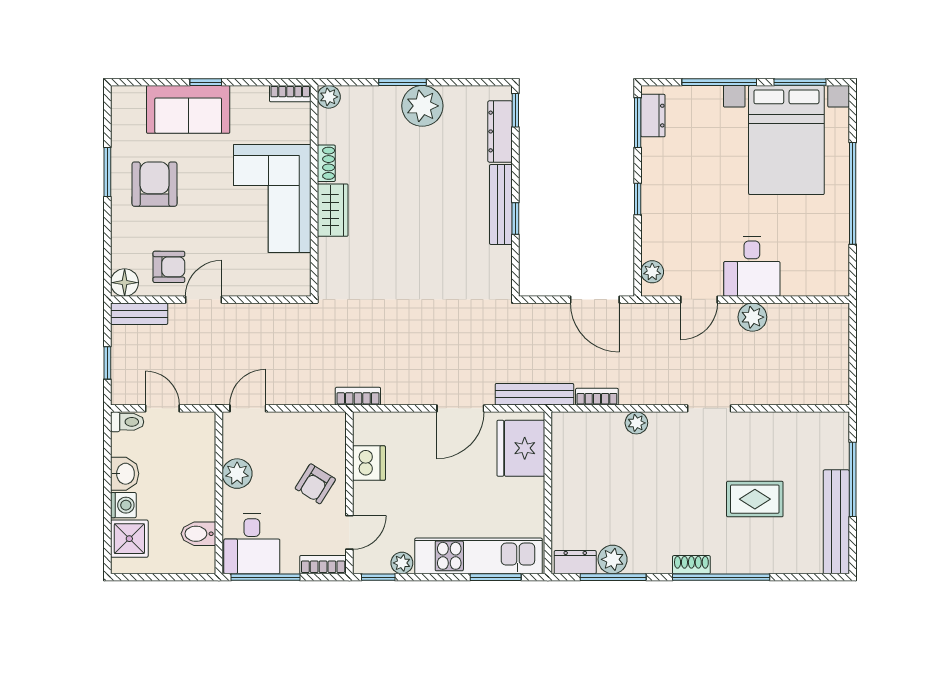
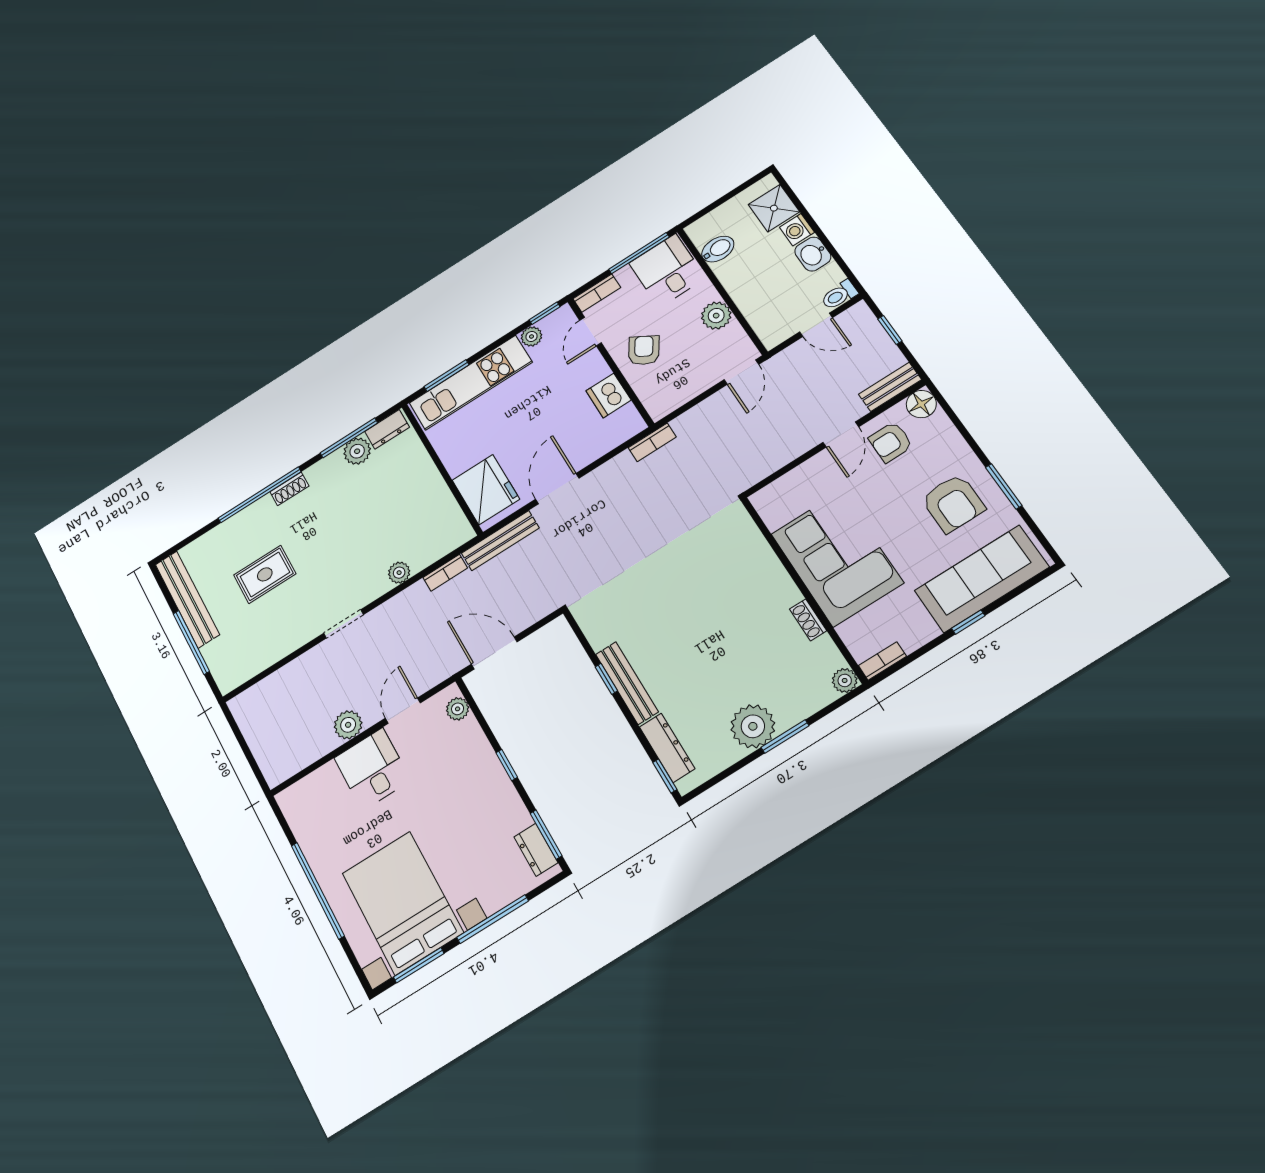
sofa: (188, 109) -> (982, 579), width x1.36
wardrobe: (333, 210) -> (776, 583), removed

